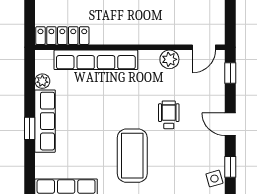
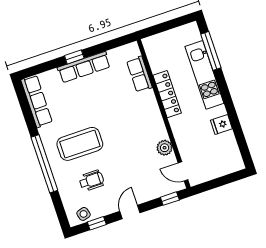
locker: (62, 36) -> (167, 94), moved
row of seats: (96, 60) -> (139, 74), width x0.50
plant: (42, 81) -> (114, 54), removed
wheelchair: (169, 115) -> (92, 180), moved

